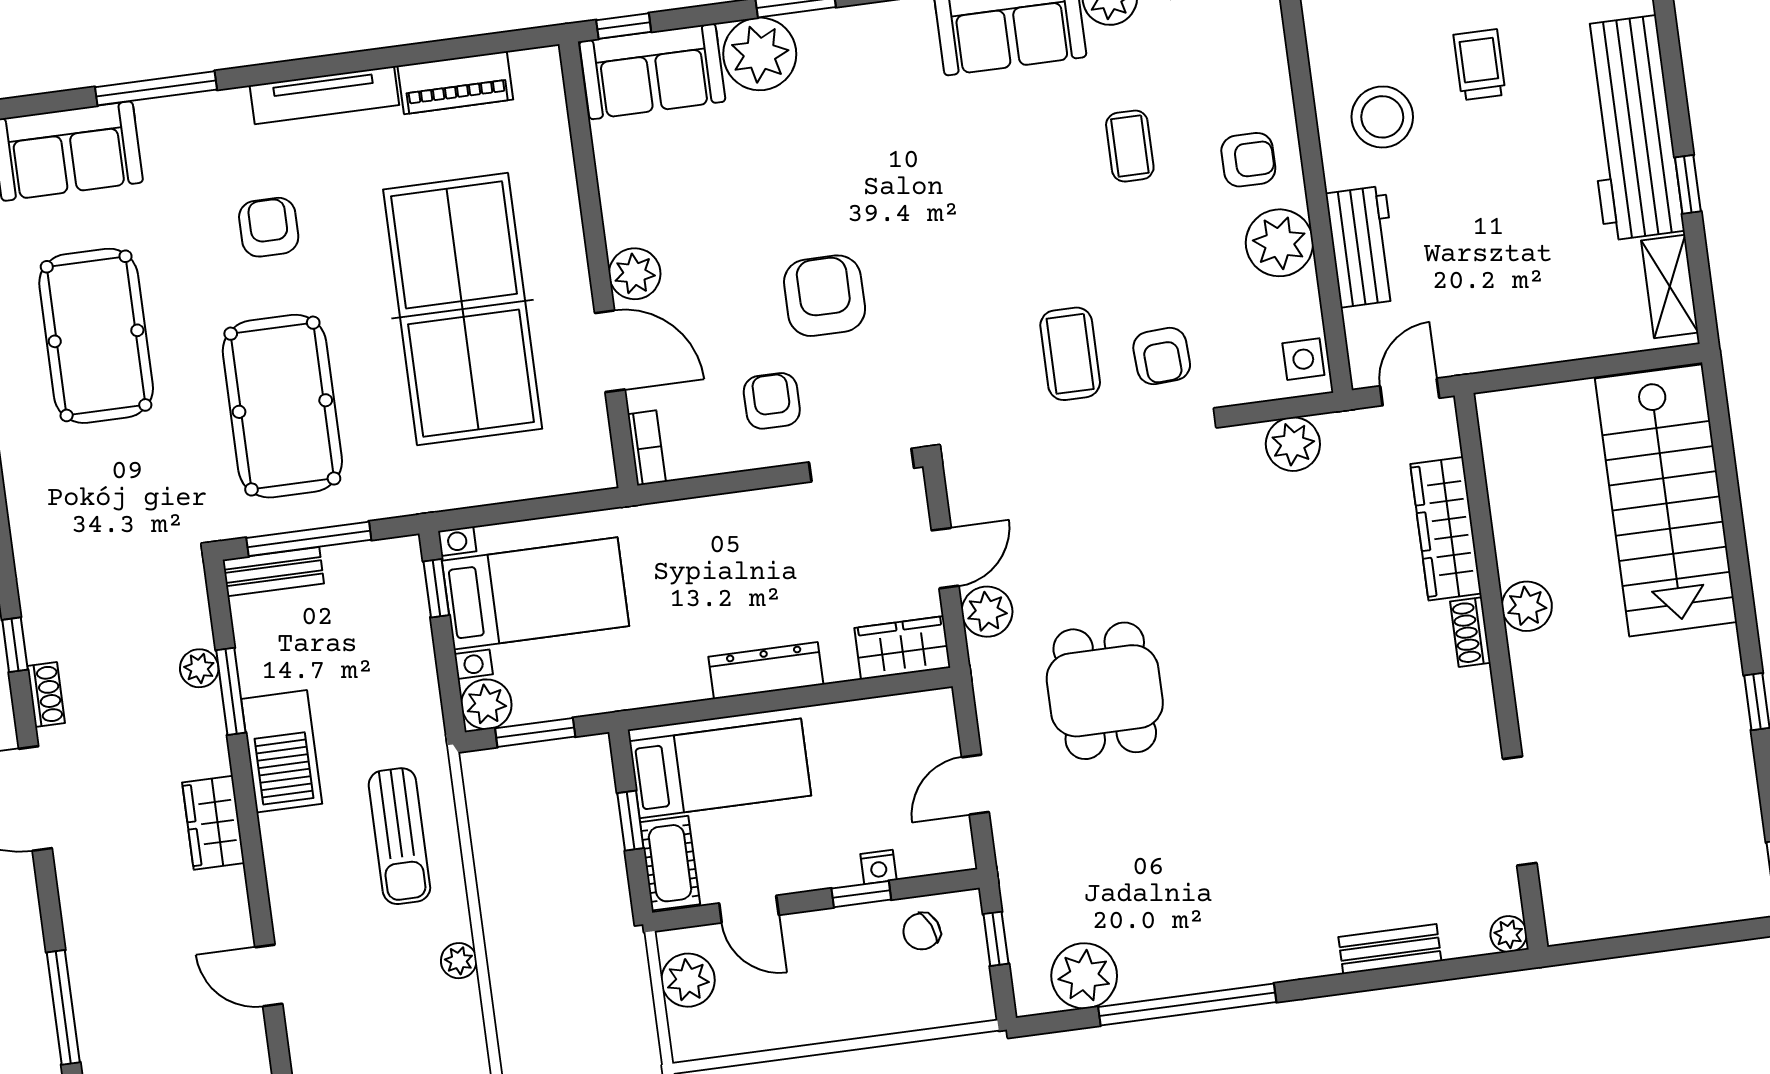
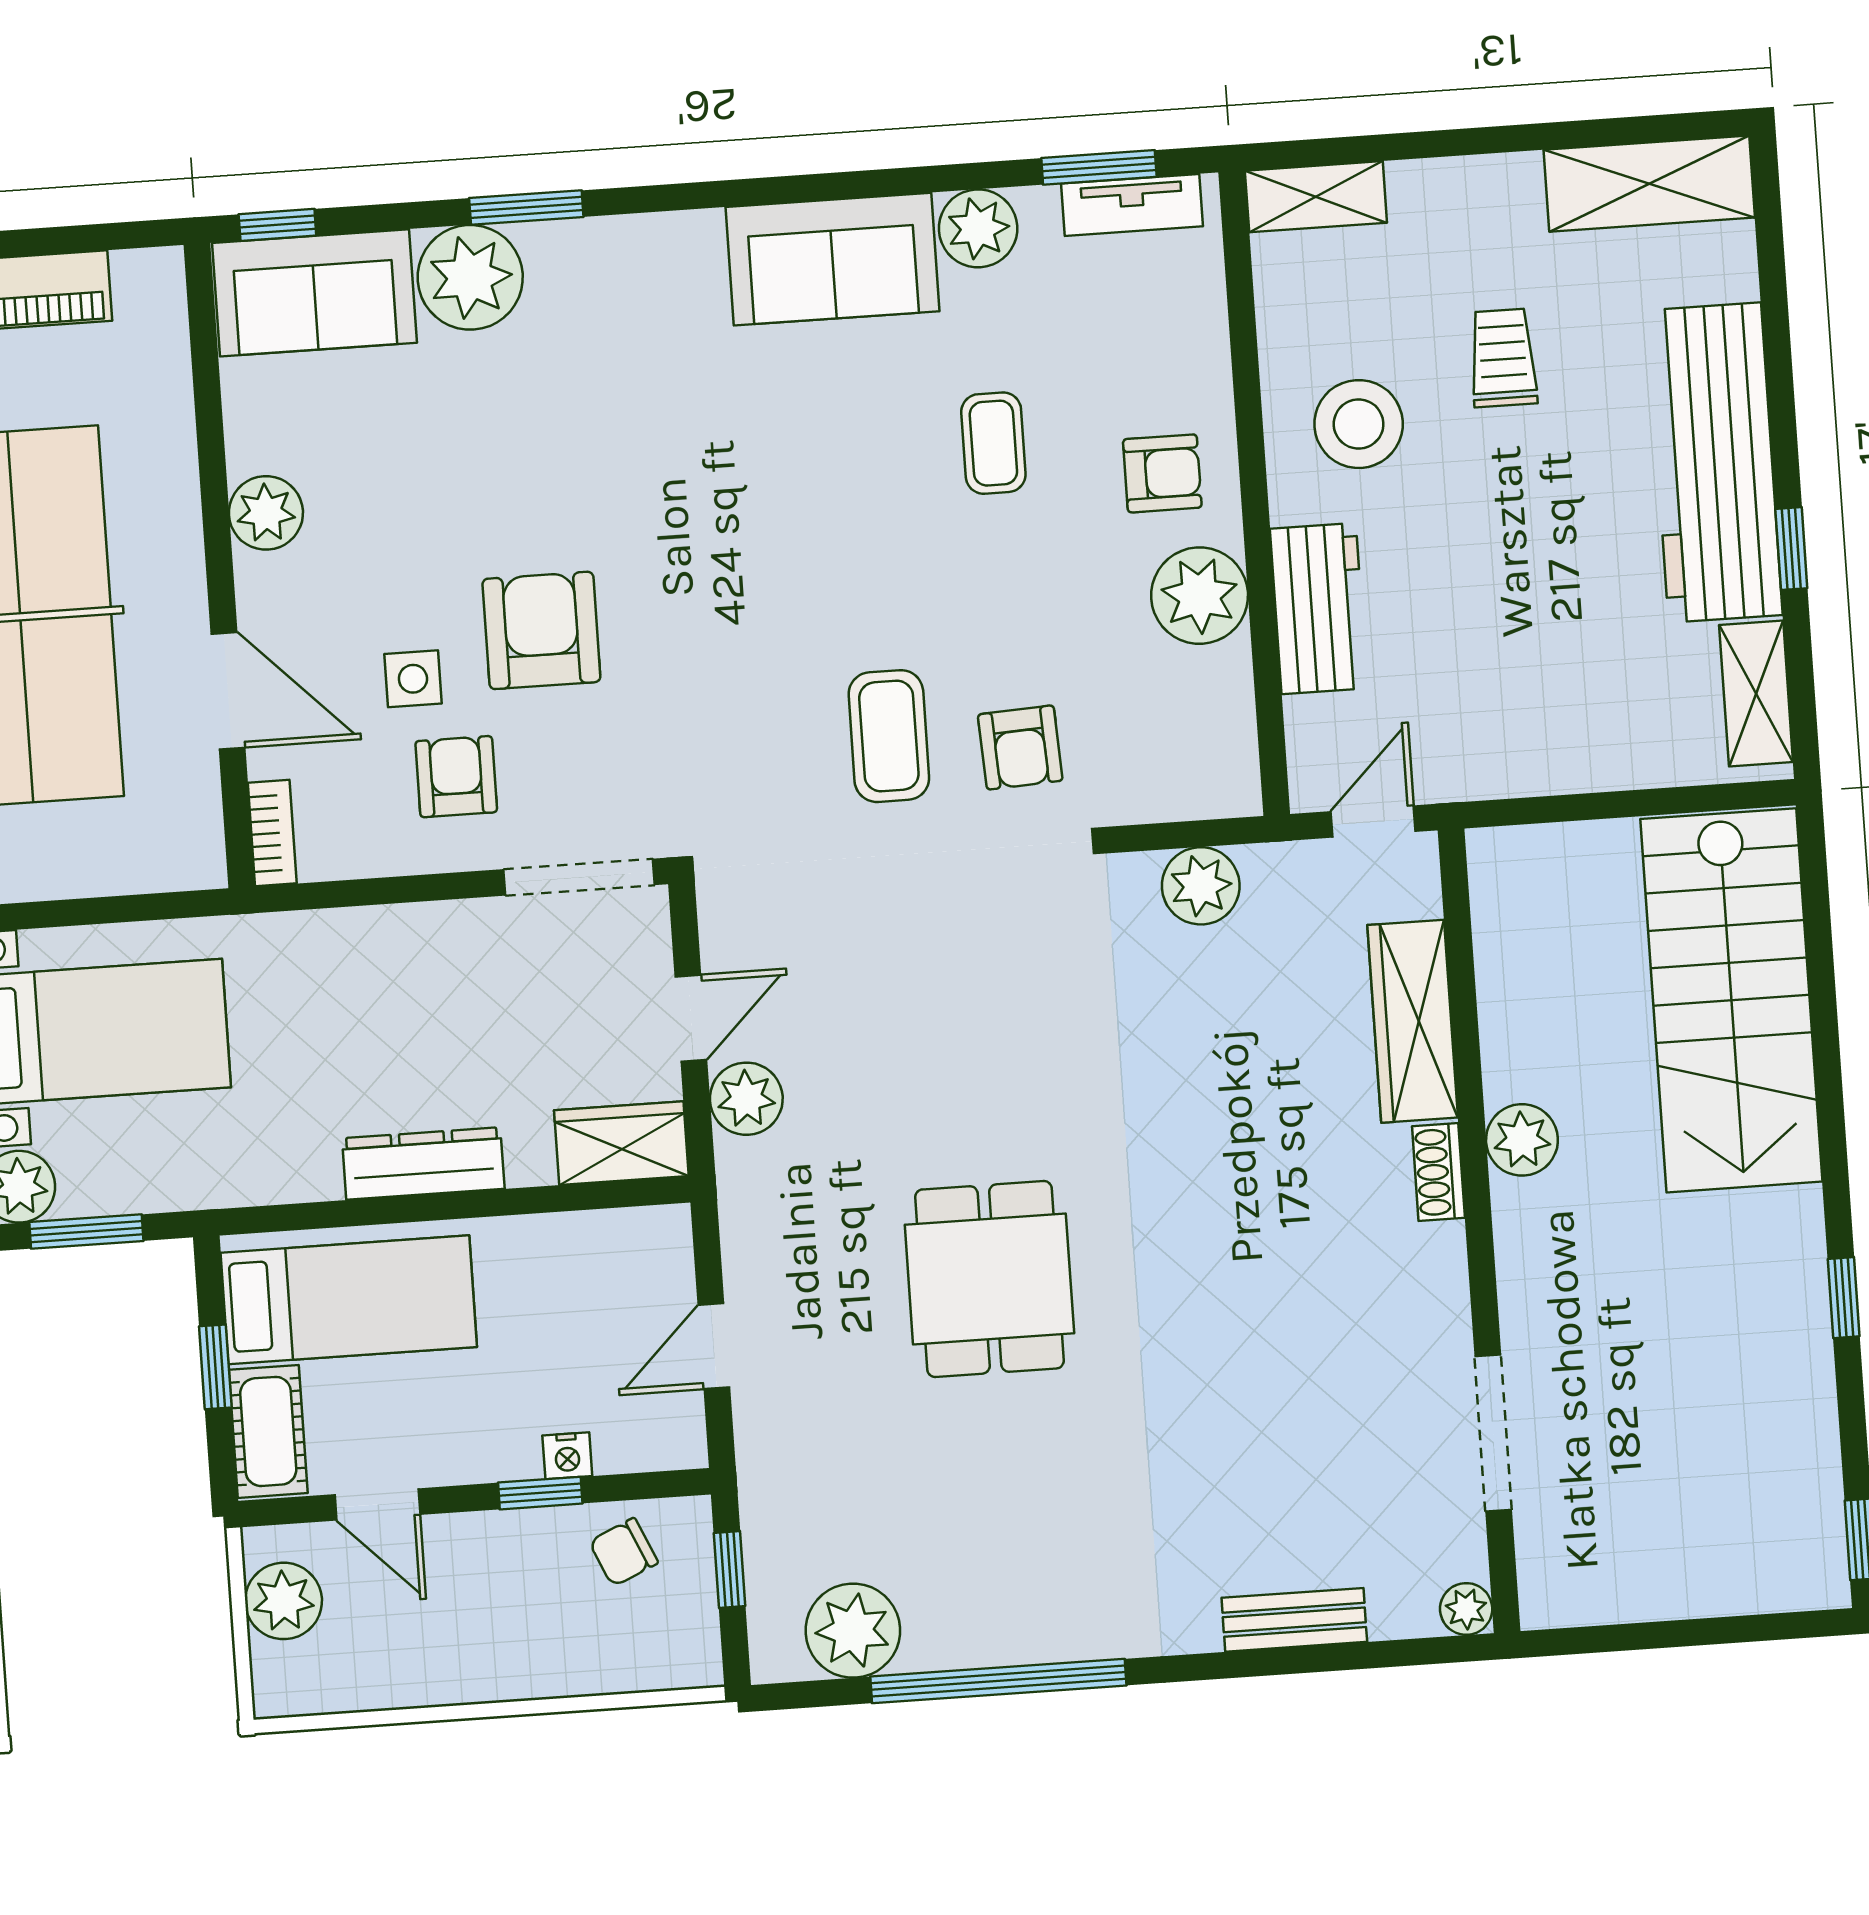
plant: (635, 274) -> (266, 513), moved
side table: (1303, 359) -> (413, 679), moved
dining table: (1105, 691) -> (989, 1279), moved

